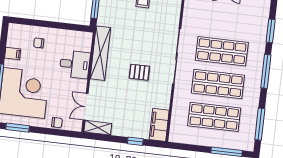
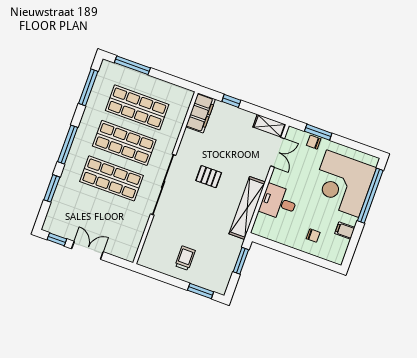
window: (18, 128) -> (318, 132), moved

